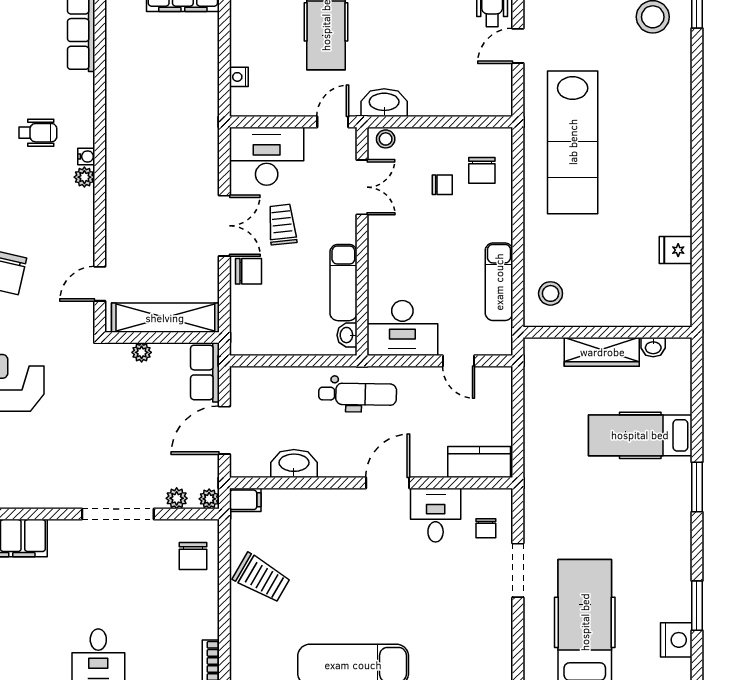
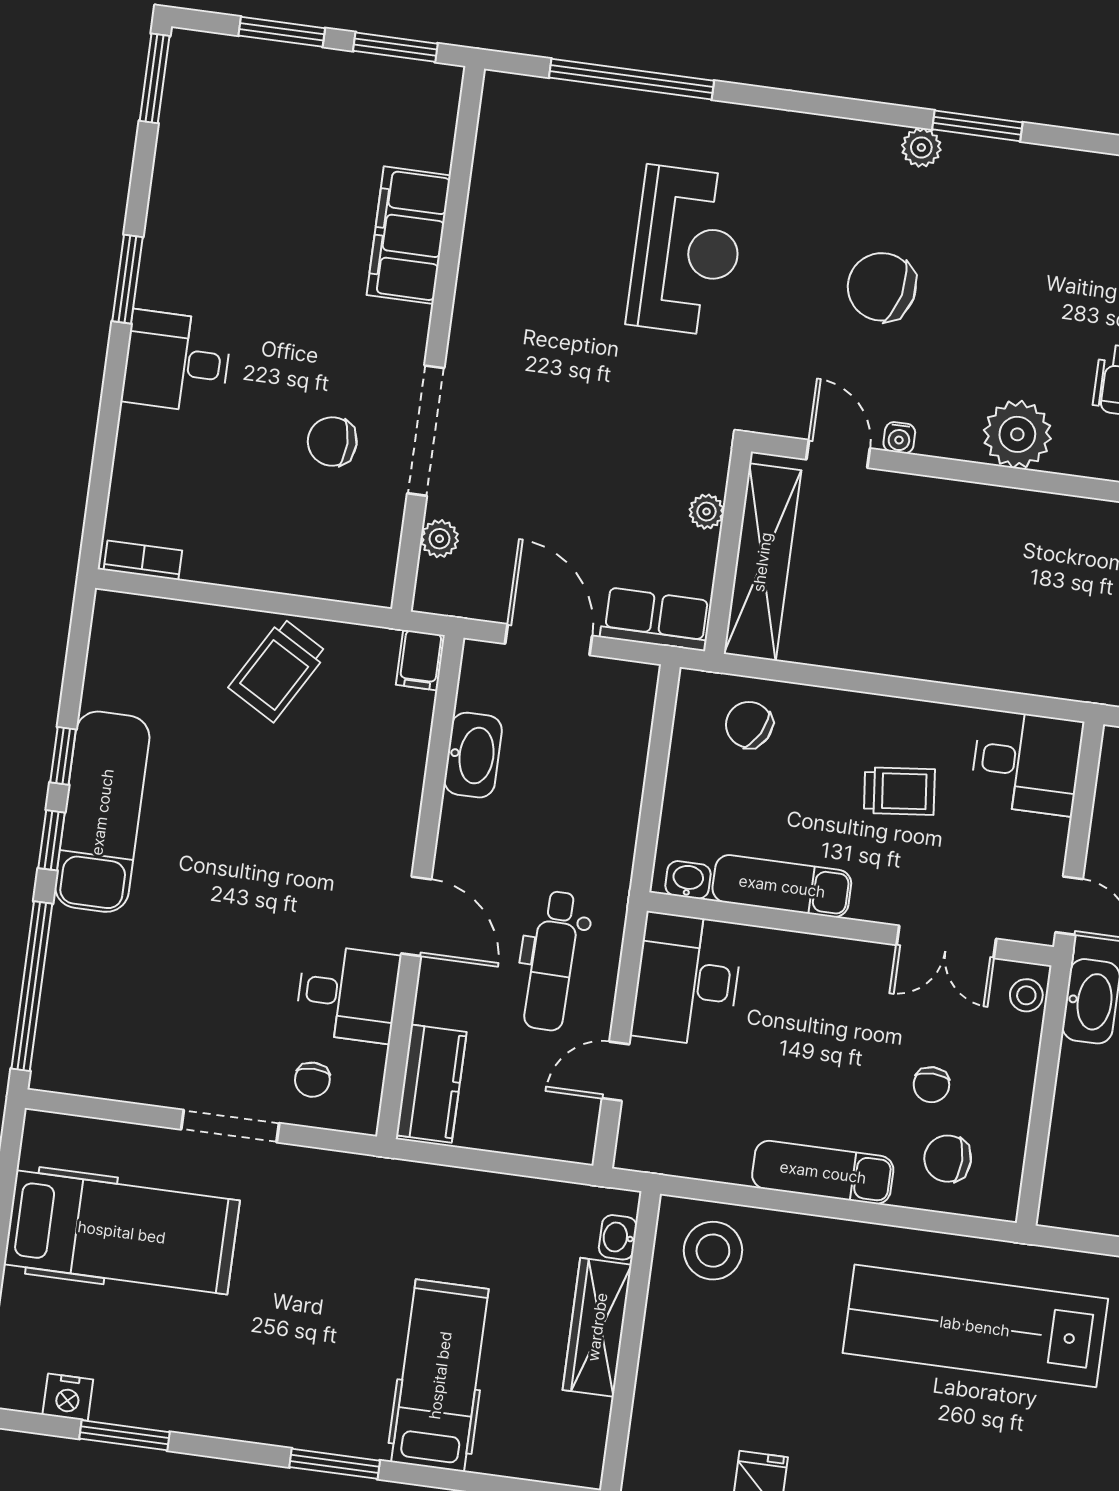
water cooler: (86, 156) -> (899, 438), moved
desk: (267, 156) -> (1027, 762), width x0.73
plant: (84, 177) -> (1017, 434), width x1.88, depth x1.88
double door: (224, 226) -> (911, 689), removed
chair: (249, 271) -> (749, 725), moved, turned 118
exam couch: (499, 282) -> (823, 1172), moved
stool: (551, 293) -> (713, 1251), width x1.38, depth x1.38
washbasin: (653, 347) -> (618, 1237), moved
dental chair: (358, 394) -> (552, 961), moved
plant: (209, 499) -> (431, 596), removed
chair: (486, 528) -> (312, 1080), turned -90
chair: (193, 556) -> (332, 441), moved
nightstand: (676, 640) -> (68, 1397), width x0.74, depth x0.75

